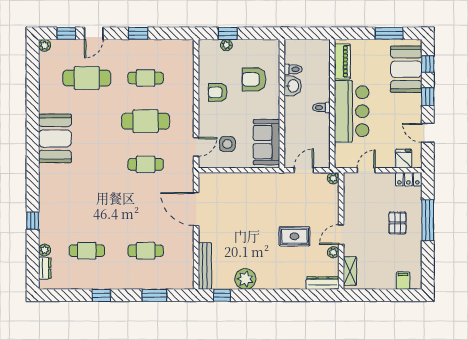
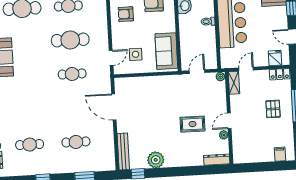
shelving: (350, 271) -> (234, 83), moved

